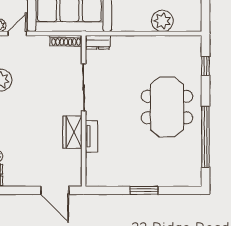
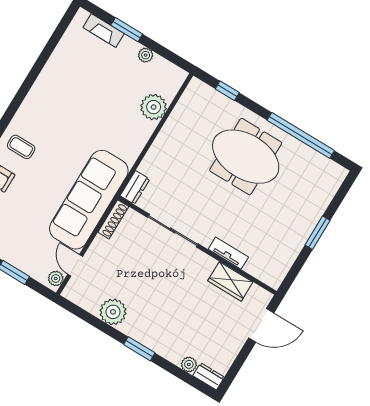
wardrobe: (72, 132) -> (230, 281), moved

